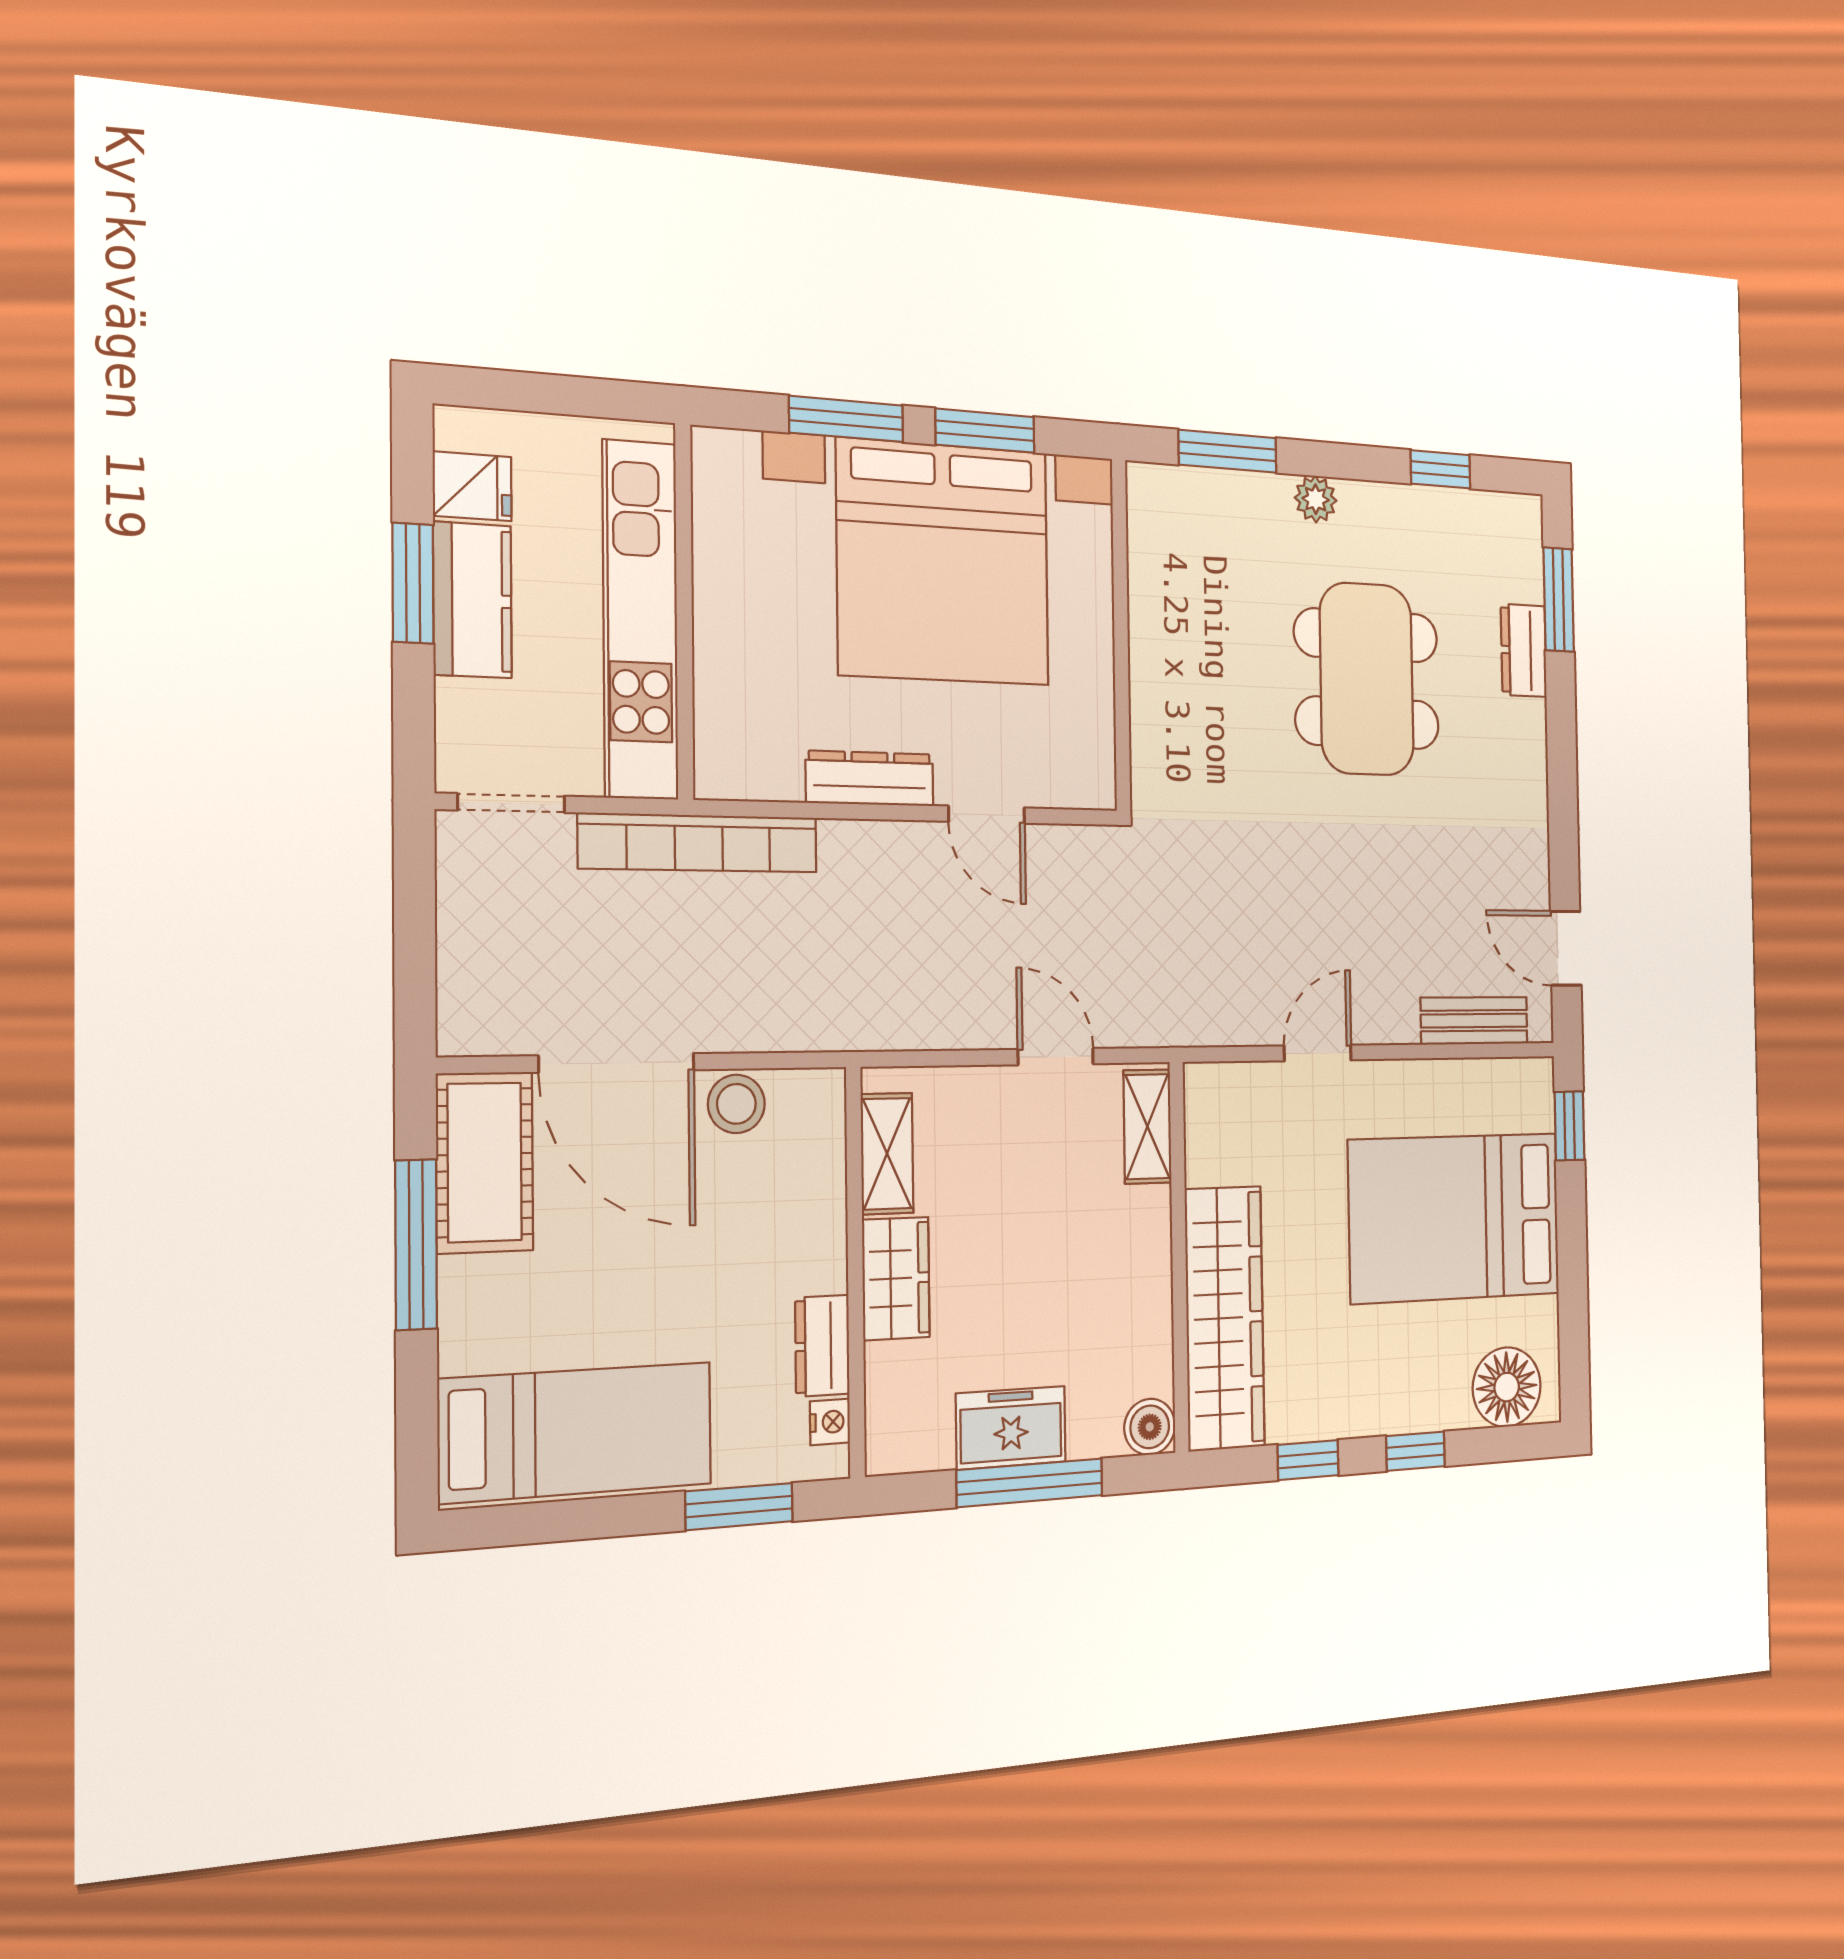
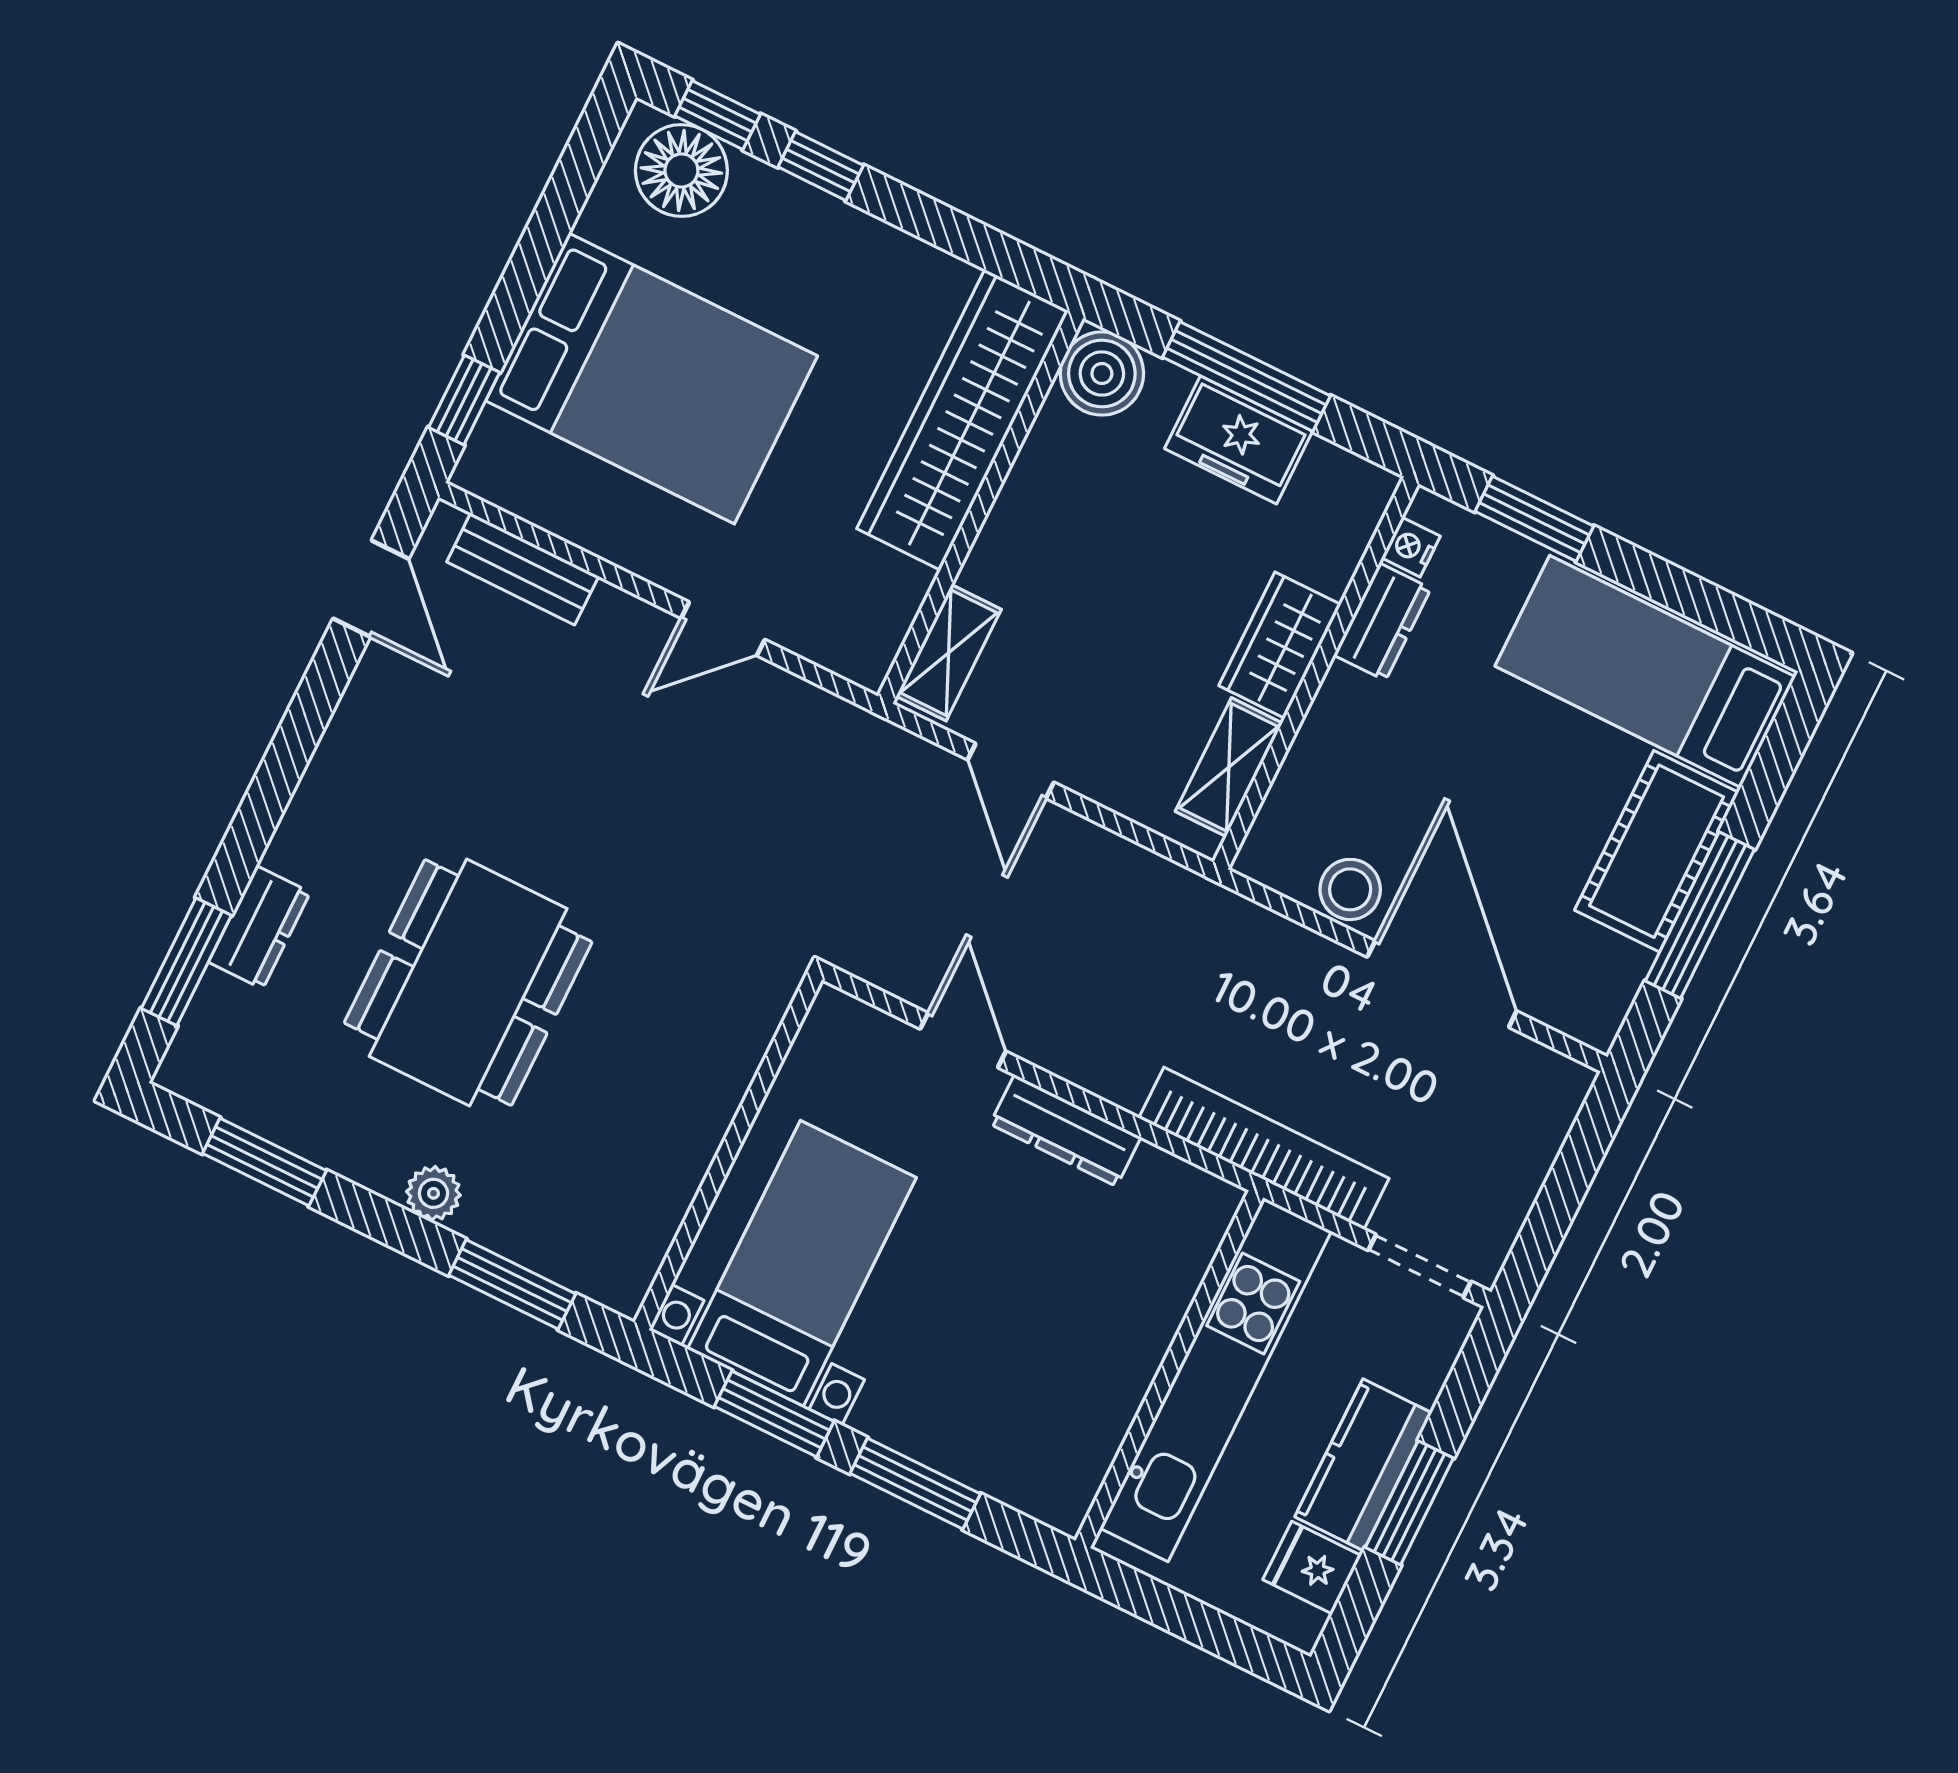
window: (1440, 469) -> (264, 1162), width x1.50
bed with nightstands: (943, 563) -> (802, 1263), width x0.54
cot: (485, 1162) -> (1657, 851), moved
boiler: (1150, 1427) -> (1102, 374), width x1.36, depth x1.36
window: (1308, 1460) -> (718, 115), moved

